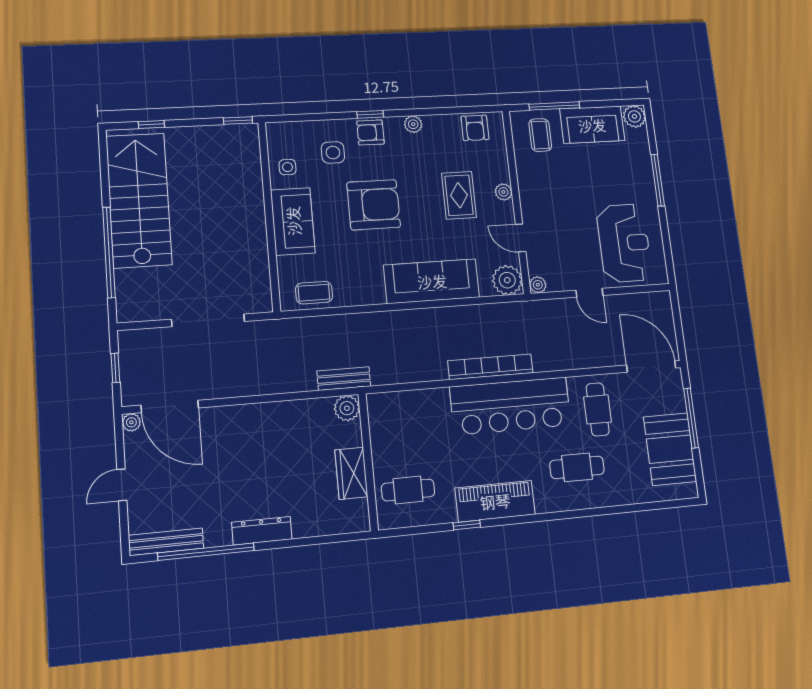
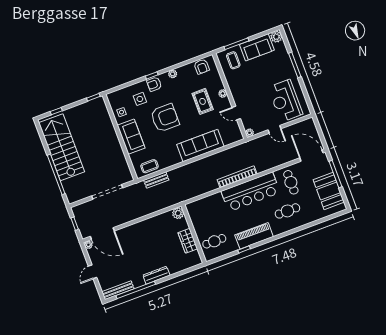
reception desk: (624, 243) -> (285, 101), turned 180
plant: (507, 280) -> (235, 135), removed
bench: (344, 379) -> (156, 180), moved

